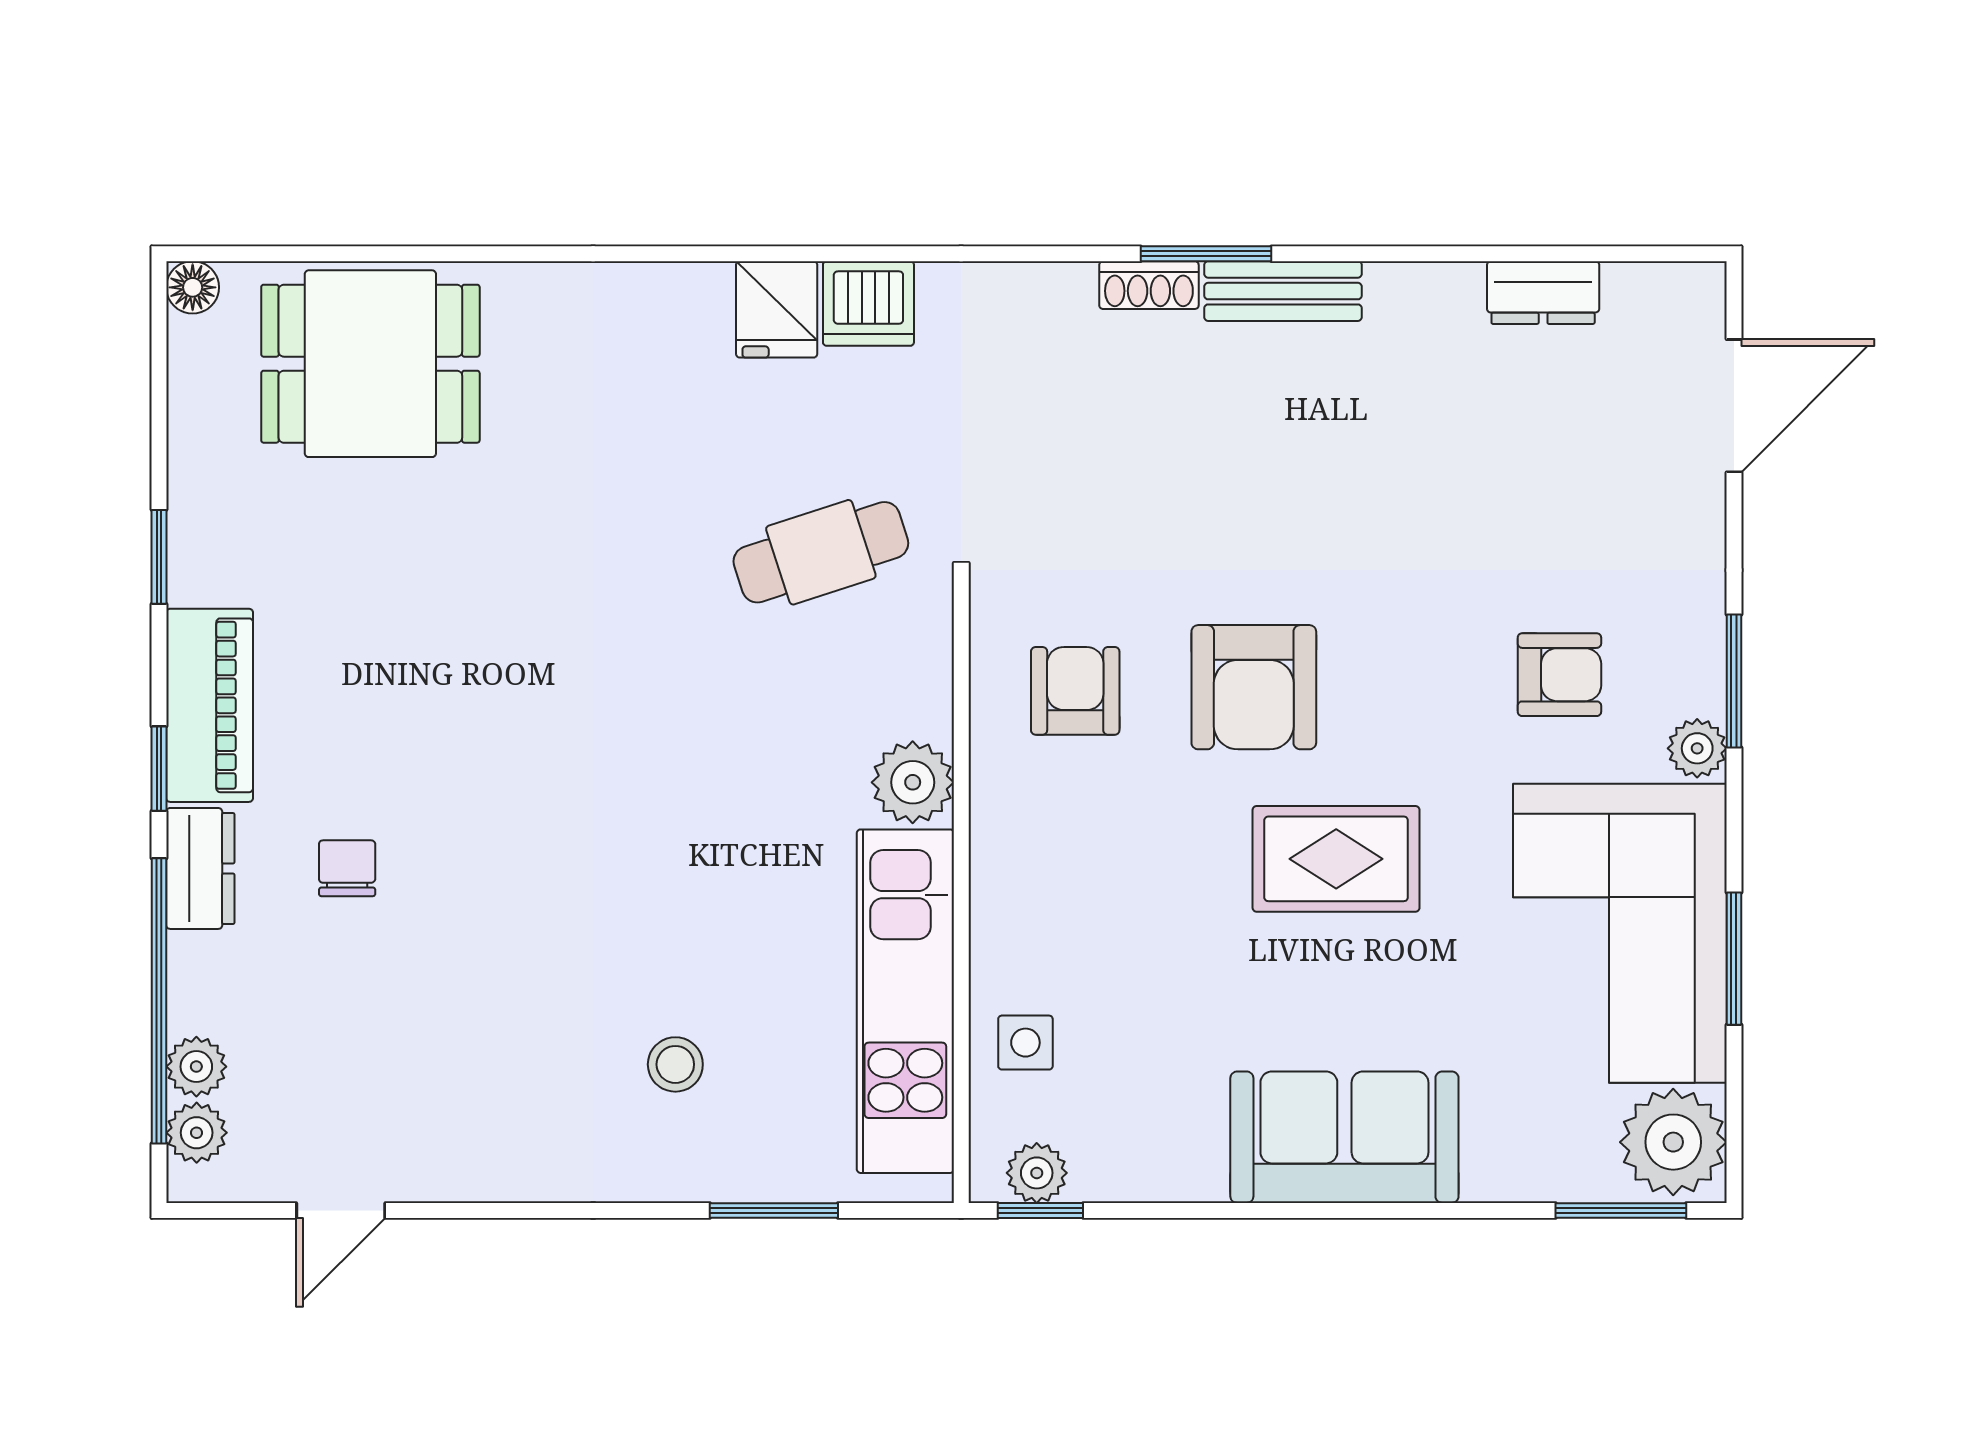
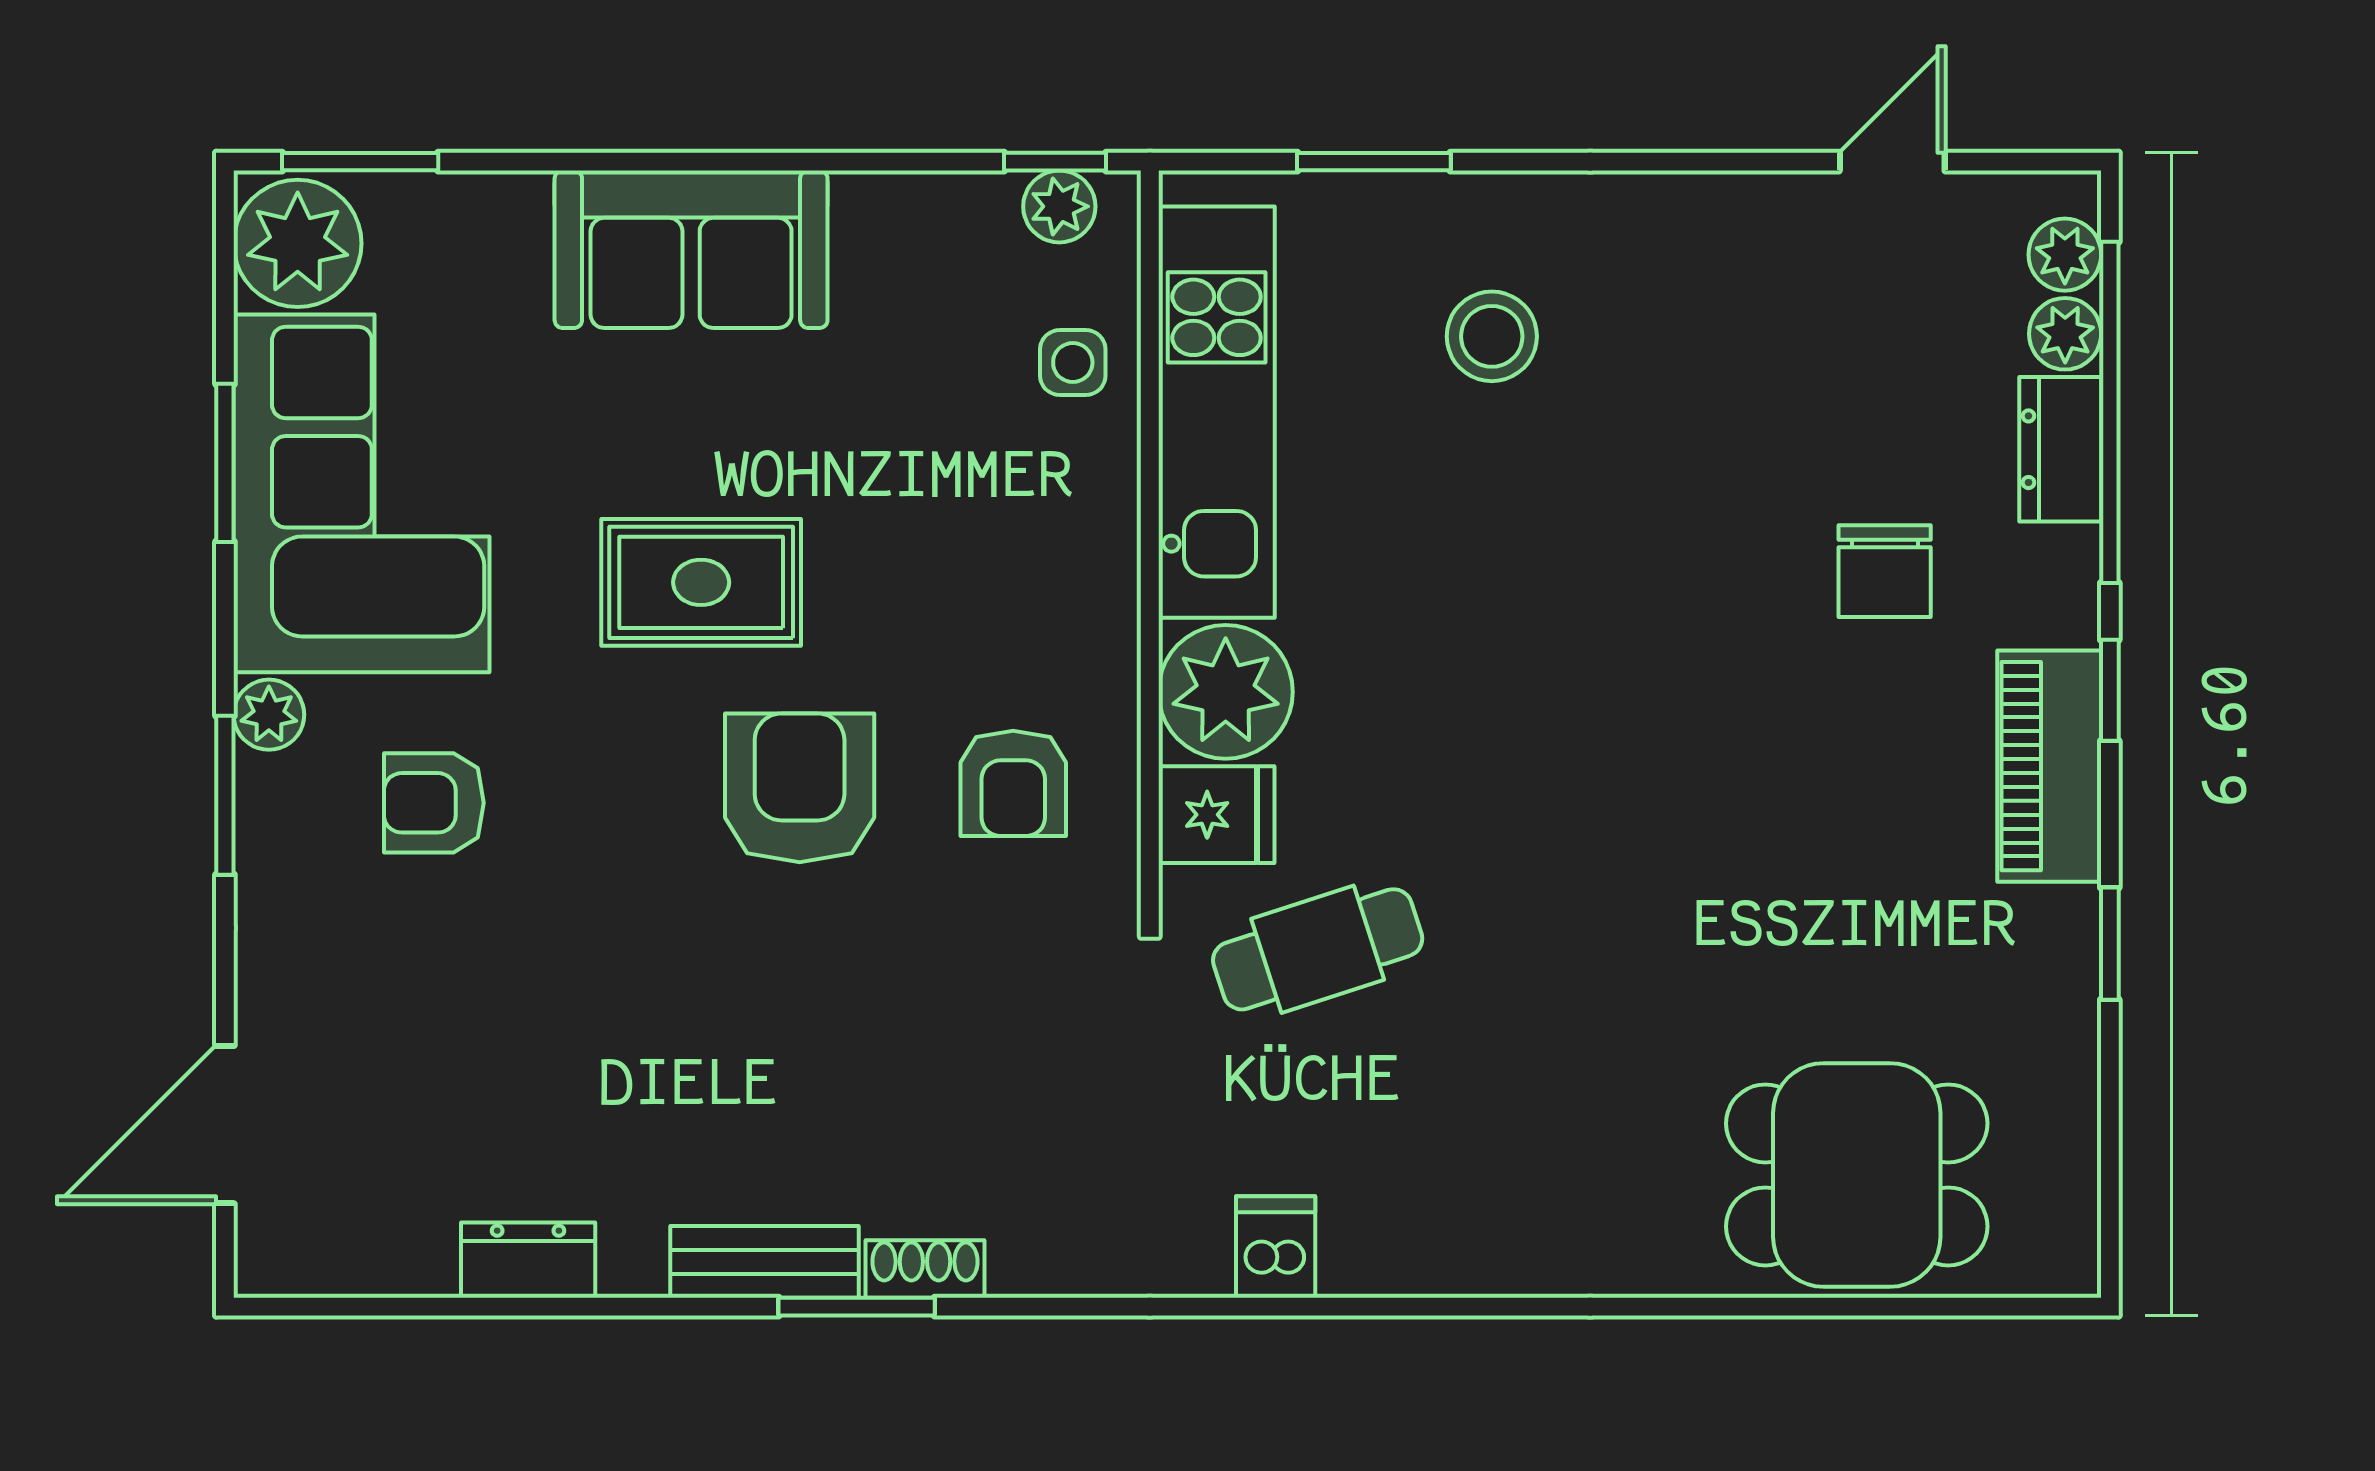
floor lamp: (193, 287) -> (2070, 1266), removed
dresser: (1543, 293) -> (528, 1260), moved
dishwasher: (868, 304) -> (1276, 1247), width x0.73
fridge: (777, 309) -> (1216, 815), moved, turned 90
plant: (913, 782) -> (1226, 692), width x1.36, depth x1.36
dresser: (200, 868) -> (2060, 449), moved
chair: (347, 868) -> (1885, 571), width x1.37, depth x1.37
stool: (675, 1064) -> (1492, 336), width x1.37, depth x1.37

